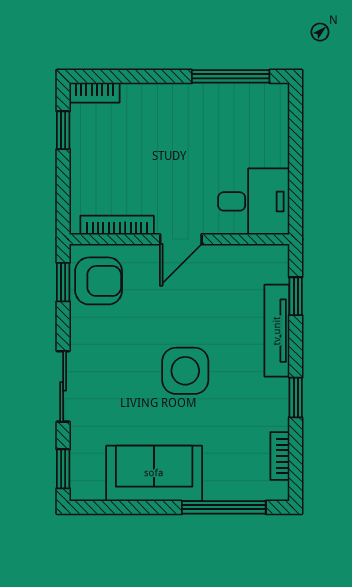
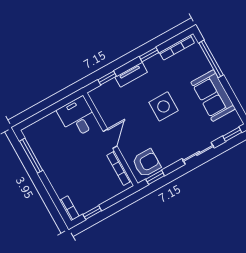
door: (181, 239) -> (110, 139), hinge flipped
armchair: (99, 281) -> (146, 163), turned 90
tv unit: (277, 331) -> (131, 75), width x0.71
bookcase: (280, 456) -> (177, 48), width x1.56

